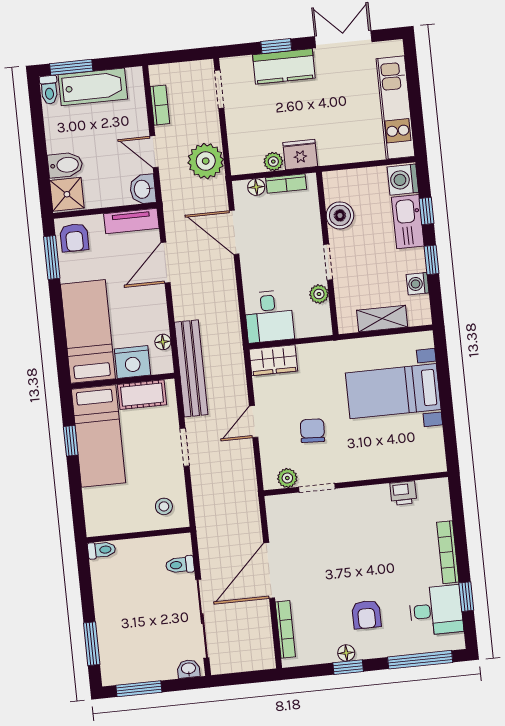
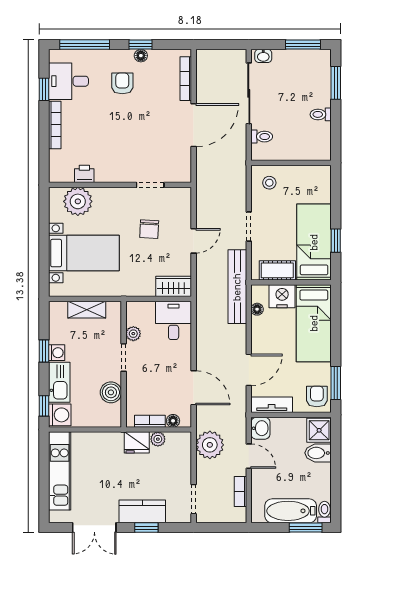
window: (426, 211) -> (44, 406), moved
washing machine: (418, 284) -> (57, 353), moved
plant: (287, 478) -> (78, 201), moved, width x1.88, depth x1.88
toilet: (102, 550) -> (321, 114), moved

